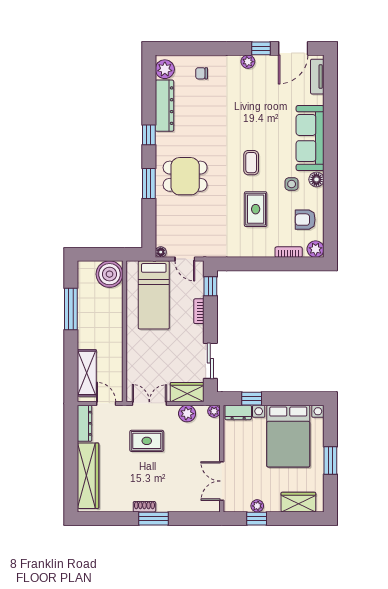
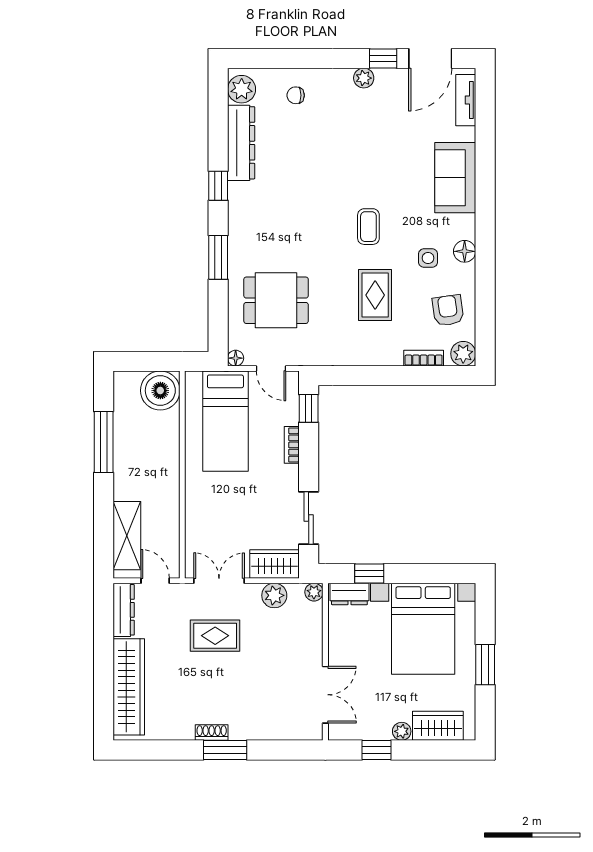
sofa: (310, 138) -> (455, 178), width x0.73
dining table: (185, 176) -> (276, 300), moved
armchair: (305, 220) -> (448, 310), turned 82
double door: (222, 481) -> (325, 695), swing flipped
plant: (257, 506) -> (402, 731), moved

